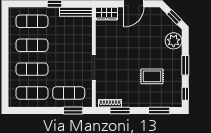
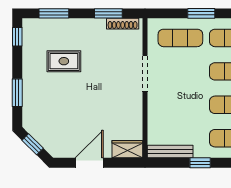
plant: (174, 41) -> (34, 111), removed
window: (185, 65) -> (17, 93), moved
window: (73, 111) -> (201, 13), moved

